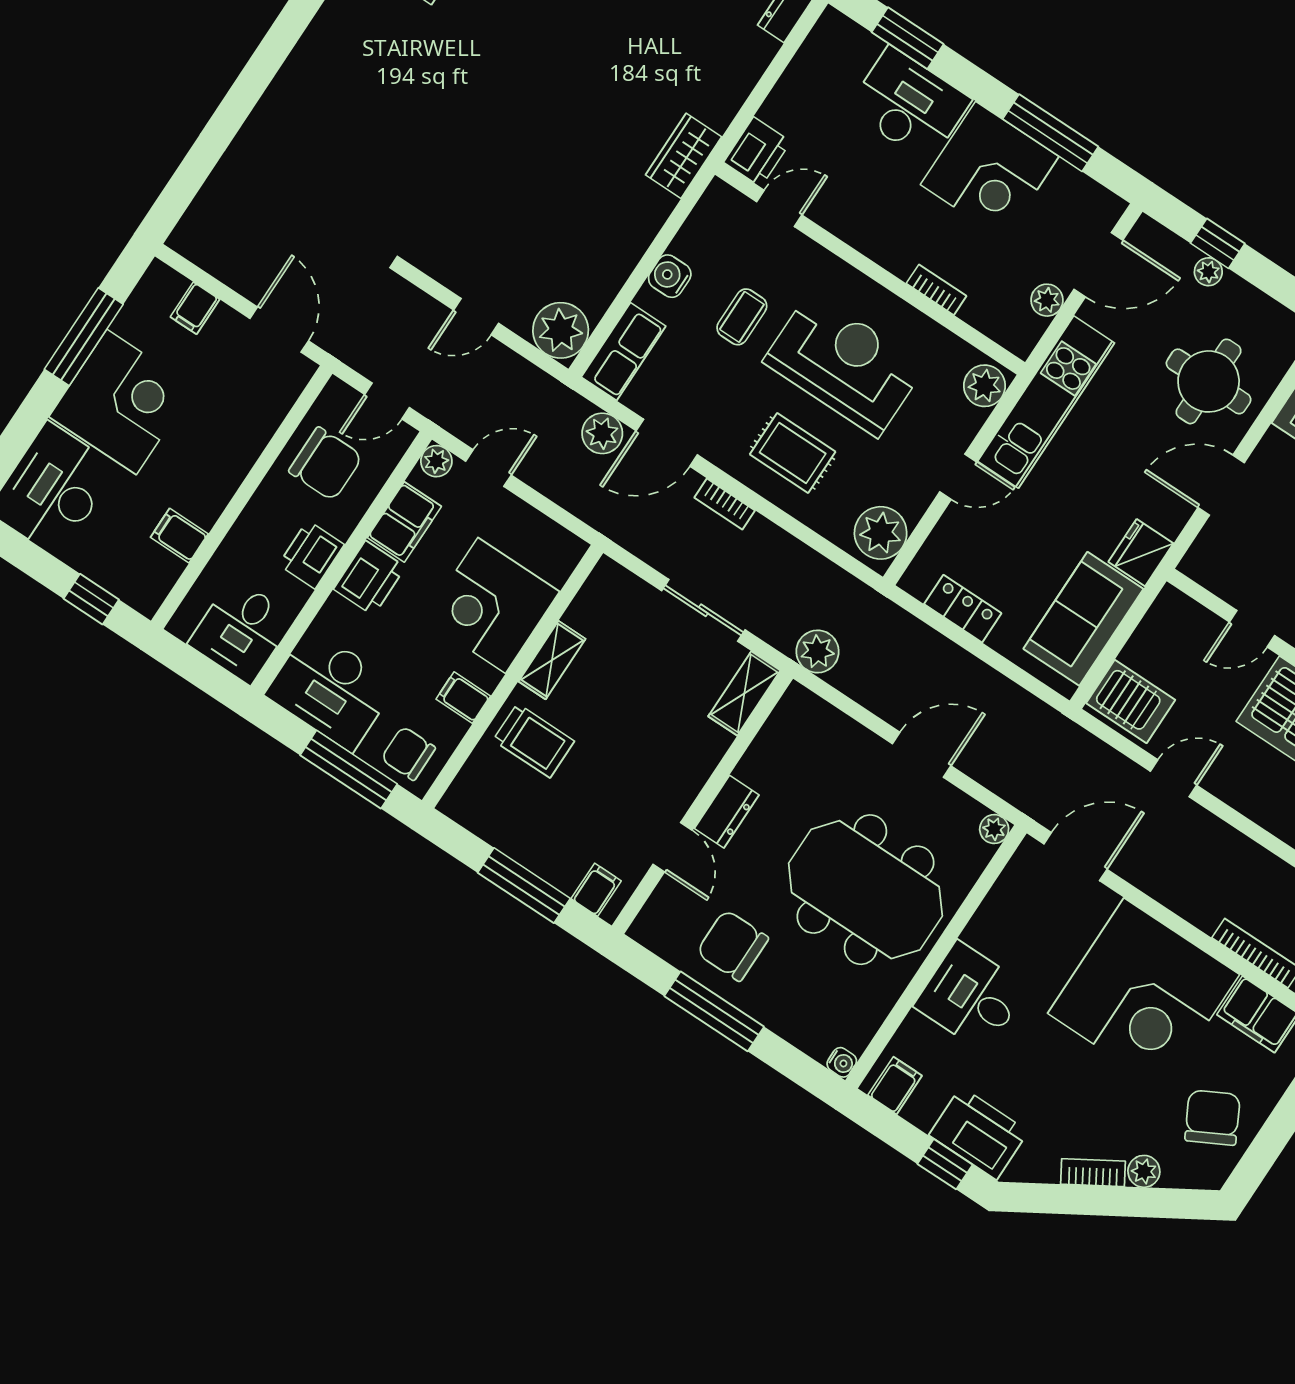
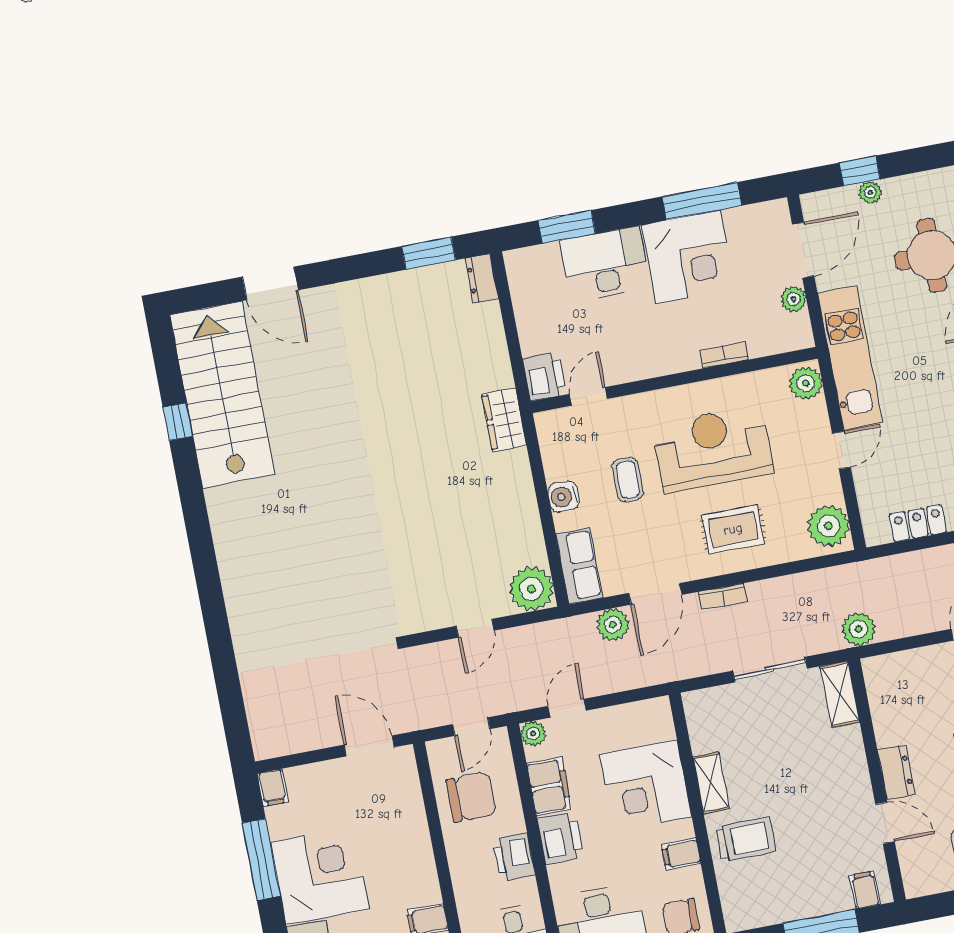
filing cabinet: (195, 308) -> (273, 788), moved

